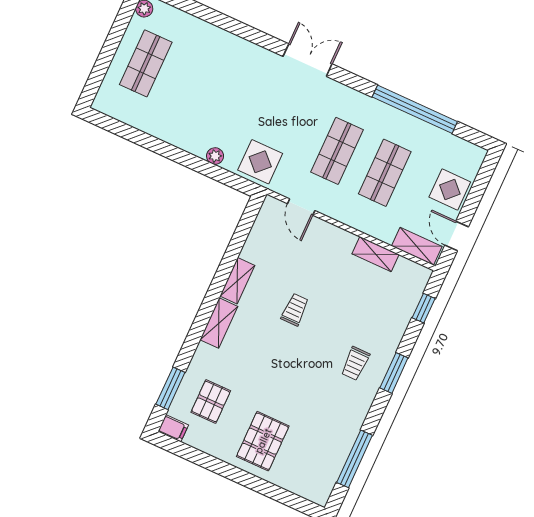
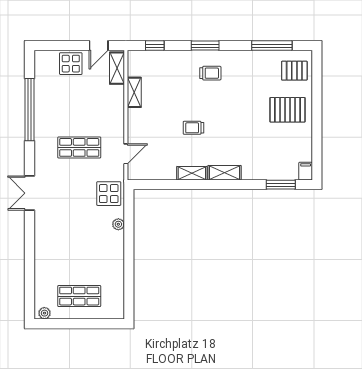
shop shelf: (385, 173) -> (79, 110), removed
pallet: (211, 402) -> (294, 71), moved

